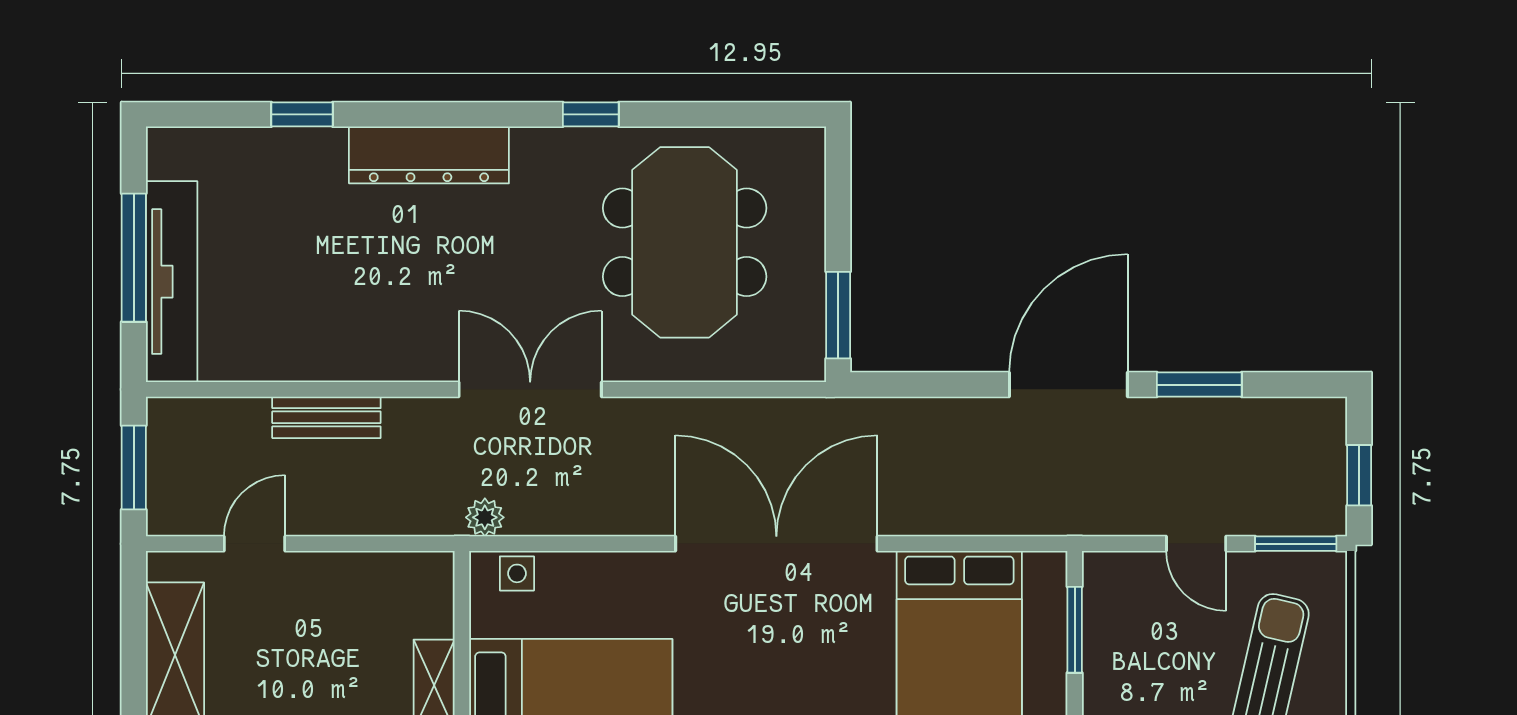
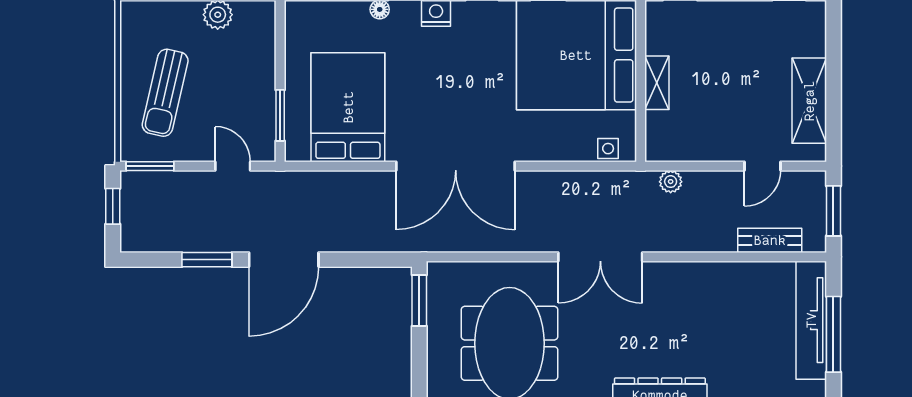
bench: (326, 417) -> (770, 240), moved
plant: (485, 517) -> (671, 182), moved
door: (1196, 544) -> (233, 166), moved

